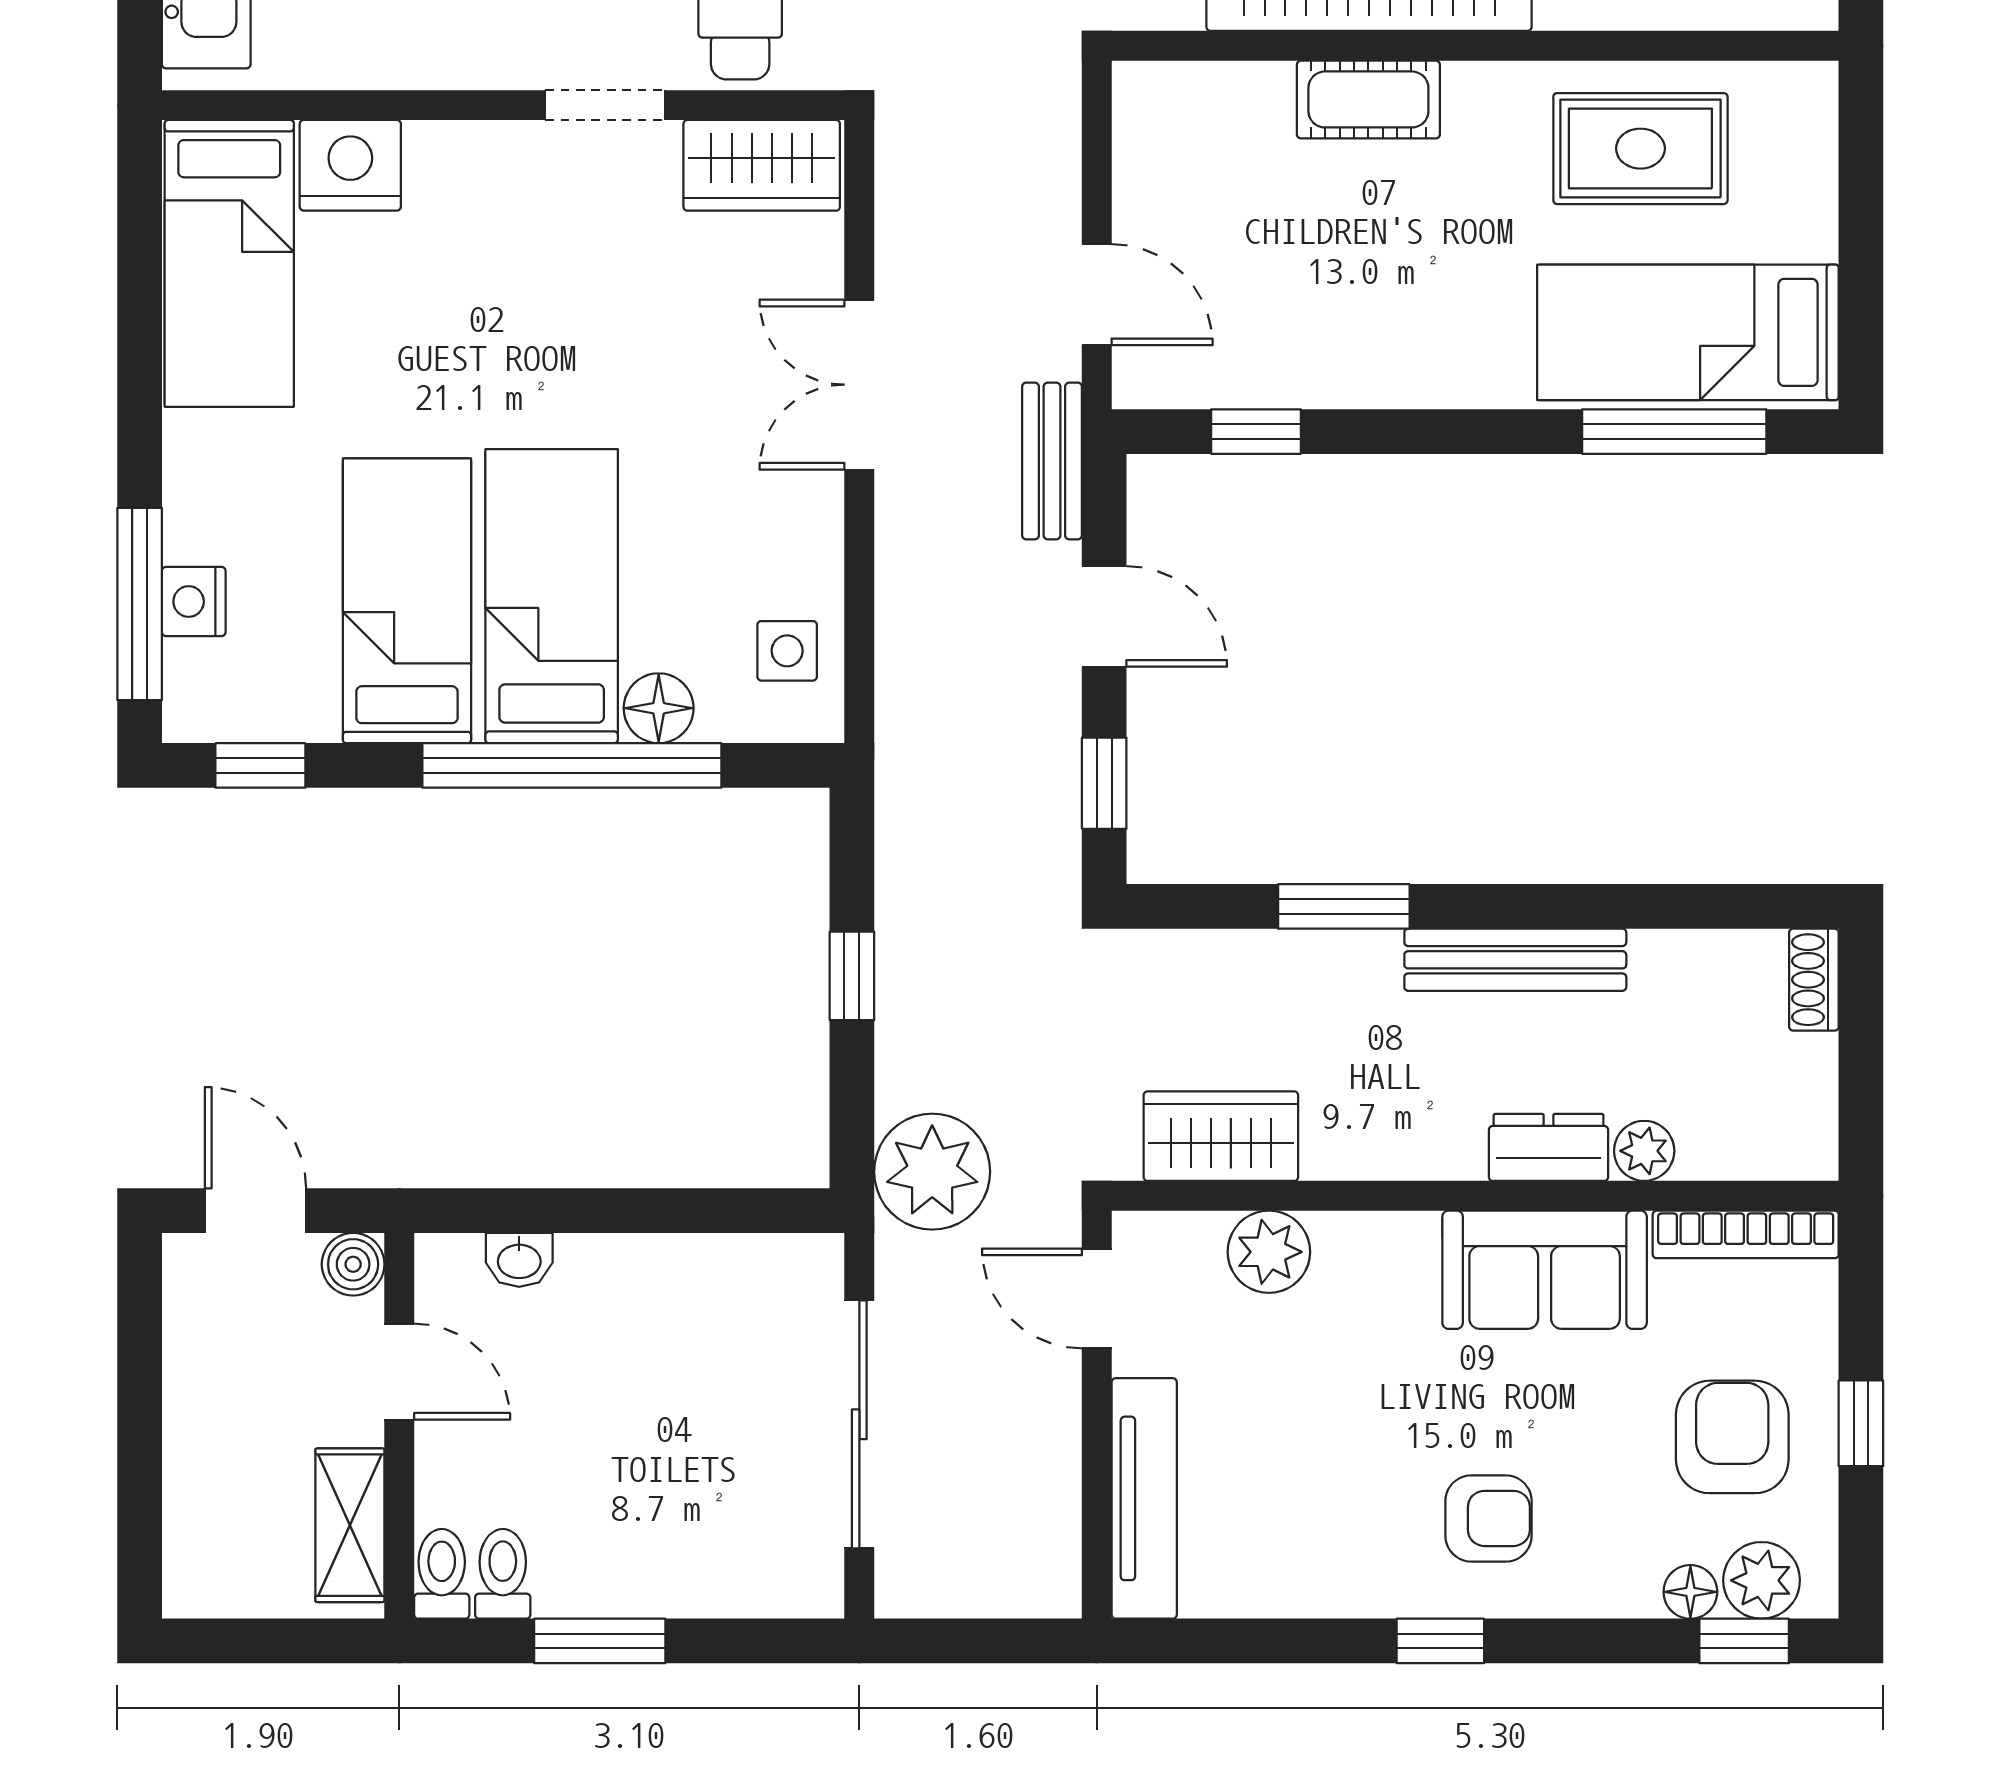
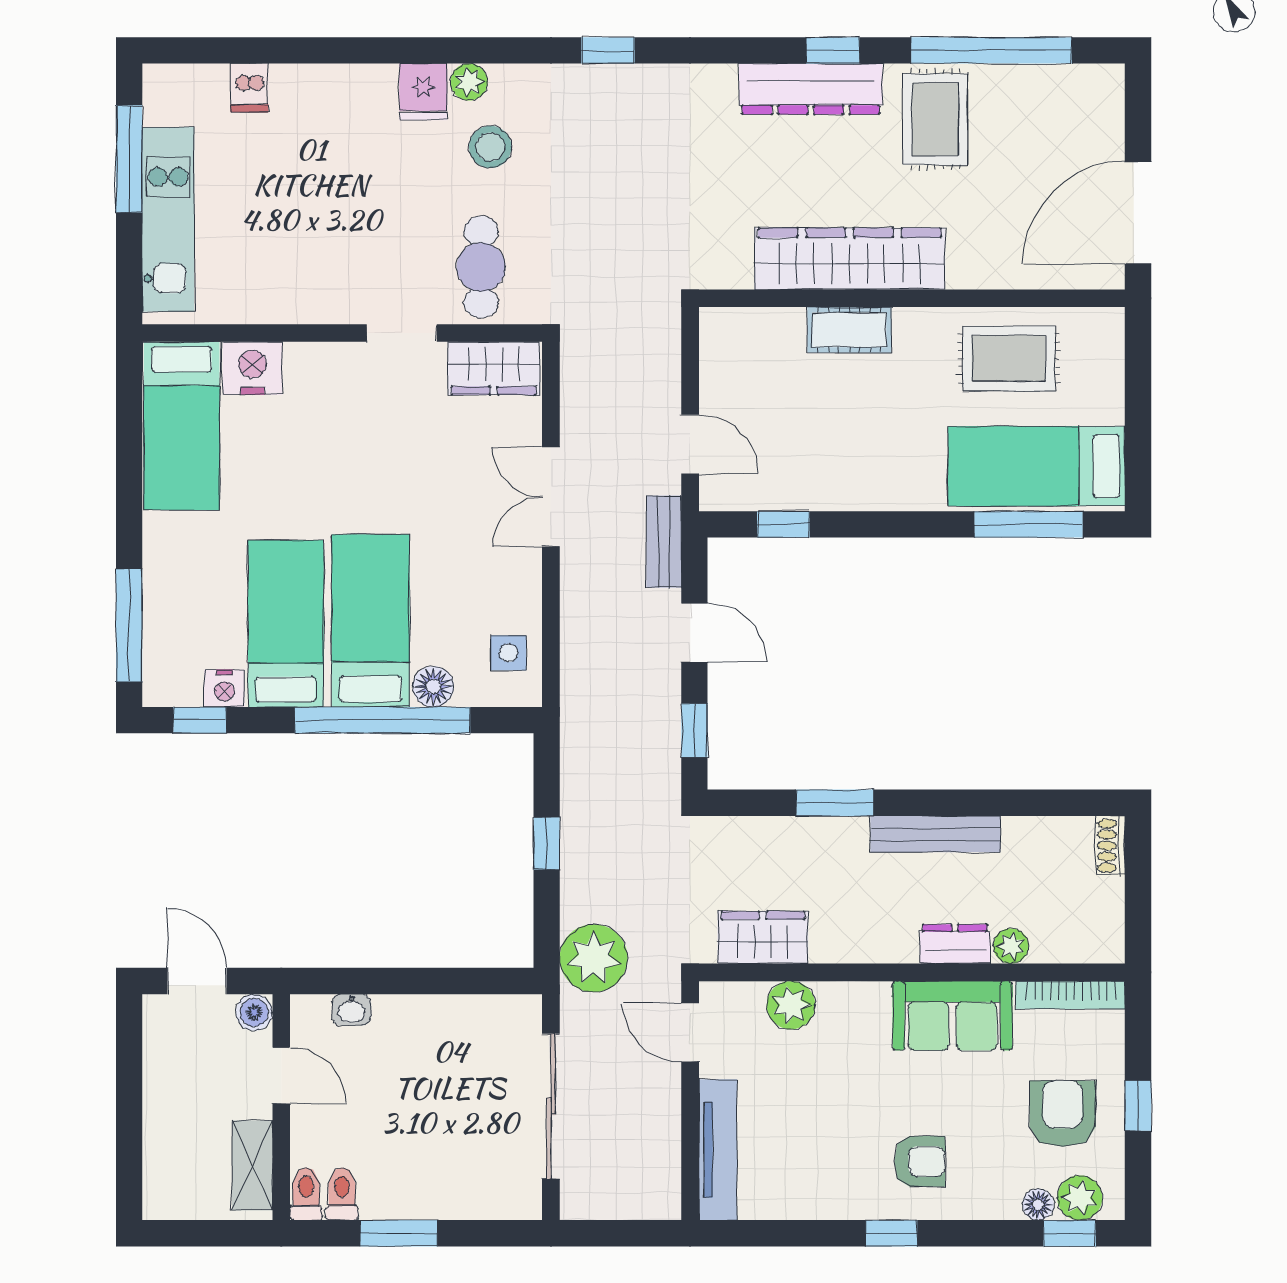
nightstand: (194, 602) -> (224, 688), moved, turned -90

